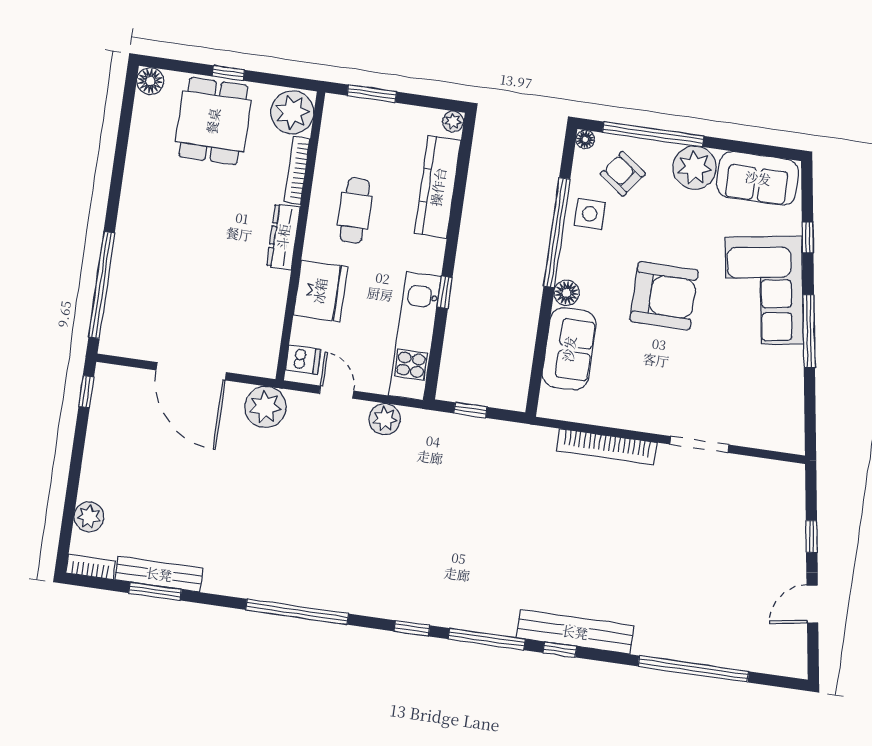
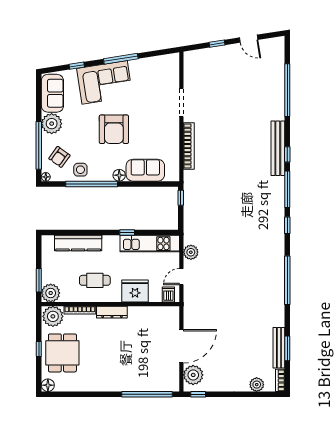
dining table: (213, 121) -> (62, 353), turned 90
plant: (453, 121) -> (51, 293), moved, width x1.87, depth x1.87
armchair: (664, 296) -> (114, 129), turned 180
plant: (265, 407) -> (193, 375), moved
window: (470, 410) -> (181, 198), moved

